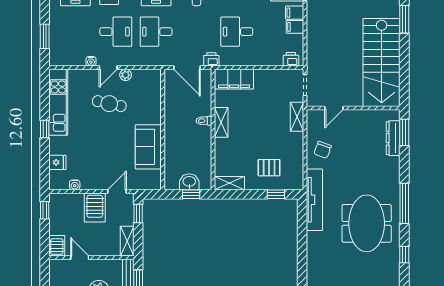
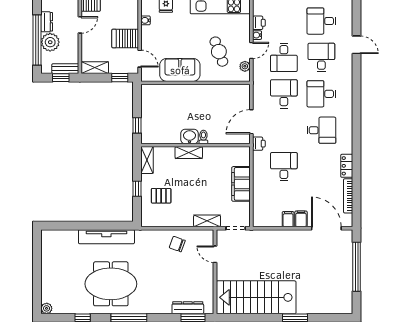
printer: (291, 59) -> (259, 23), moved
door: (108, 68) -> (251, 50), swing flipped
filing cabinet: (234, 79) -> (241, 184), moved
cafe table: (109, 104) -> (219, 52), turned -32
shelving: (221, 122) -> (189, 153), moved
wall: (163, 130) -> (195, 83), moved
sofa: (148, 147) -> (180, 70), moved
pallet: (269, 168) -> (161, 196), turned 90
washbasin: (189, 182) -> (190, 137), moved, turned -90
window: (276, 194) -> (137, 189), moved
tv unit: (314, 200) -> (106, 237), moved

